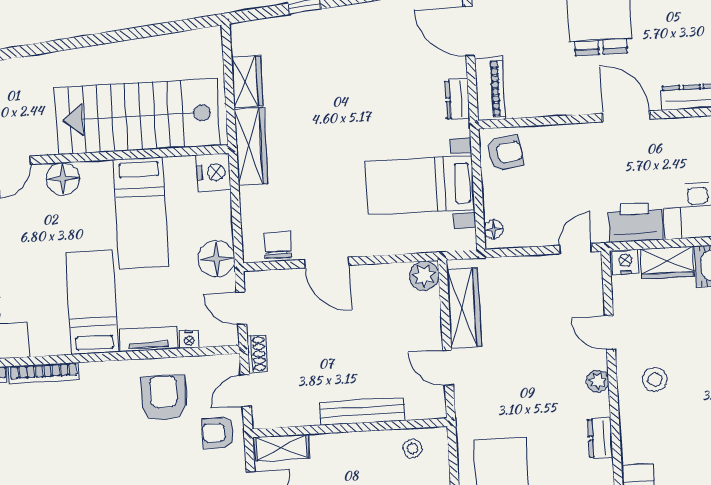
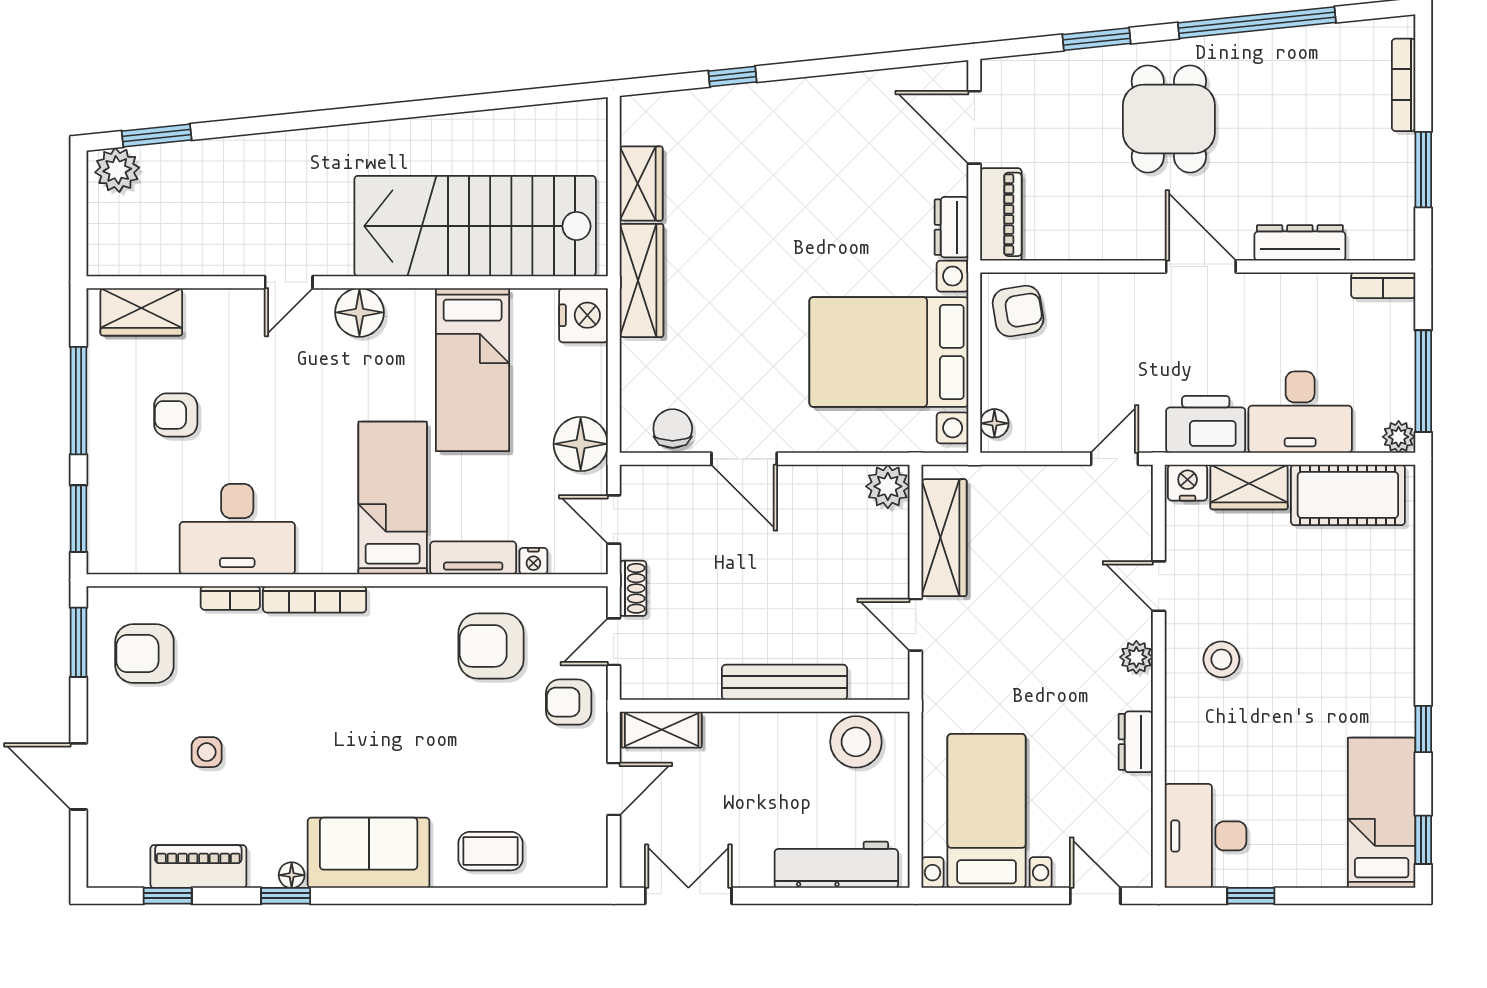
bed with nightstands: (420, 185) -> (889, 352), width x1.36
armchair: (164, 398) -> (491, 646), turned -90
stool: (412, 449) -> (856, 742), width x1.89, depth x1.89

